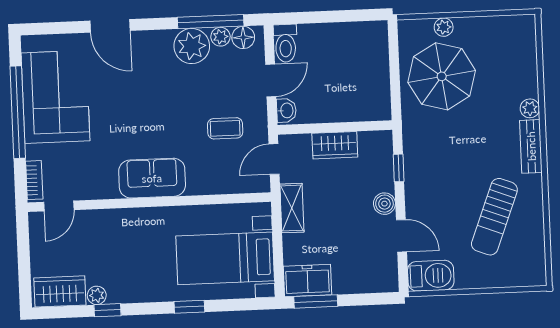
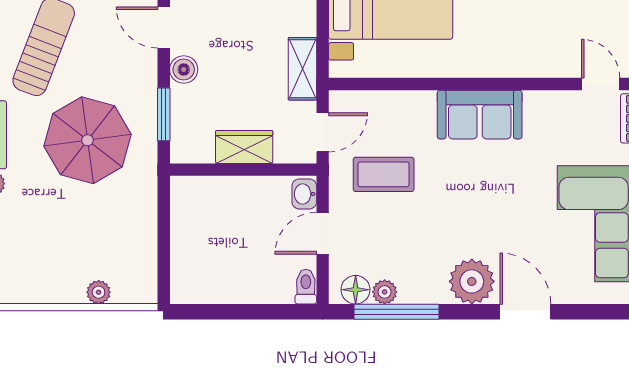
toilet: (285, 43) -> (306, 287), width x0.73, depth x0.72
plant: (192, 46) -> (472, 281), moved
parasol: (442, 76) -> (87, 140), moved
coffee table: (225, 128) -> (384, 174), width x1.36, depth x1.30
window: (399, 168) -> (164, 114), width x1.50
door: (59, 206) -> (601, 84), hinge flipped

